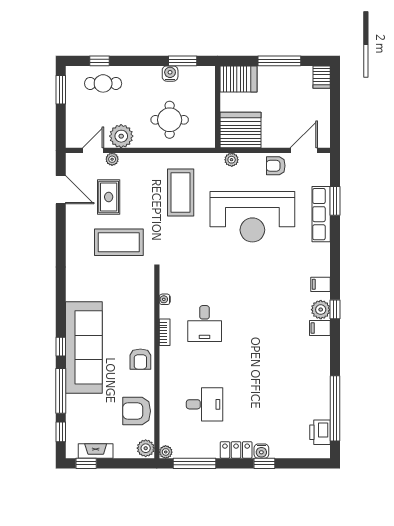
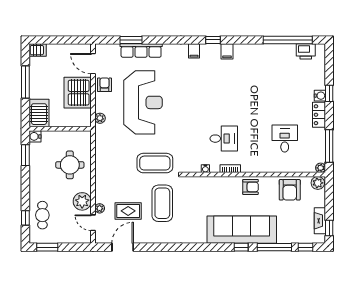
water cooler: (170, 74) -> (35, 136), moved
server rack: (241, 130) -> (78, 93), moved
armchair: (276, 166) -> (105, 85), turned 180
coffee table: (181, 192) -> (155, 163), moved
plant: (321, 310) -> (213, 51), removed

